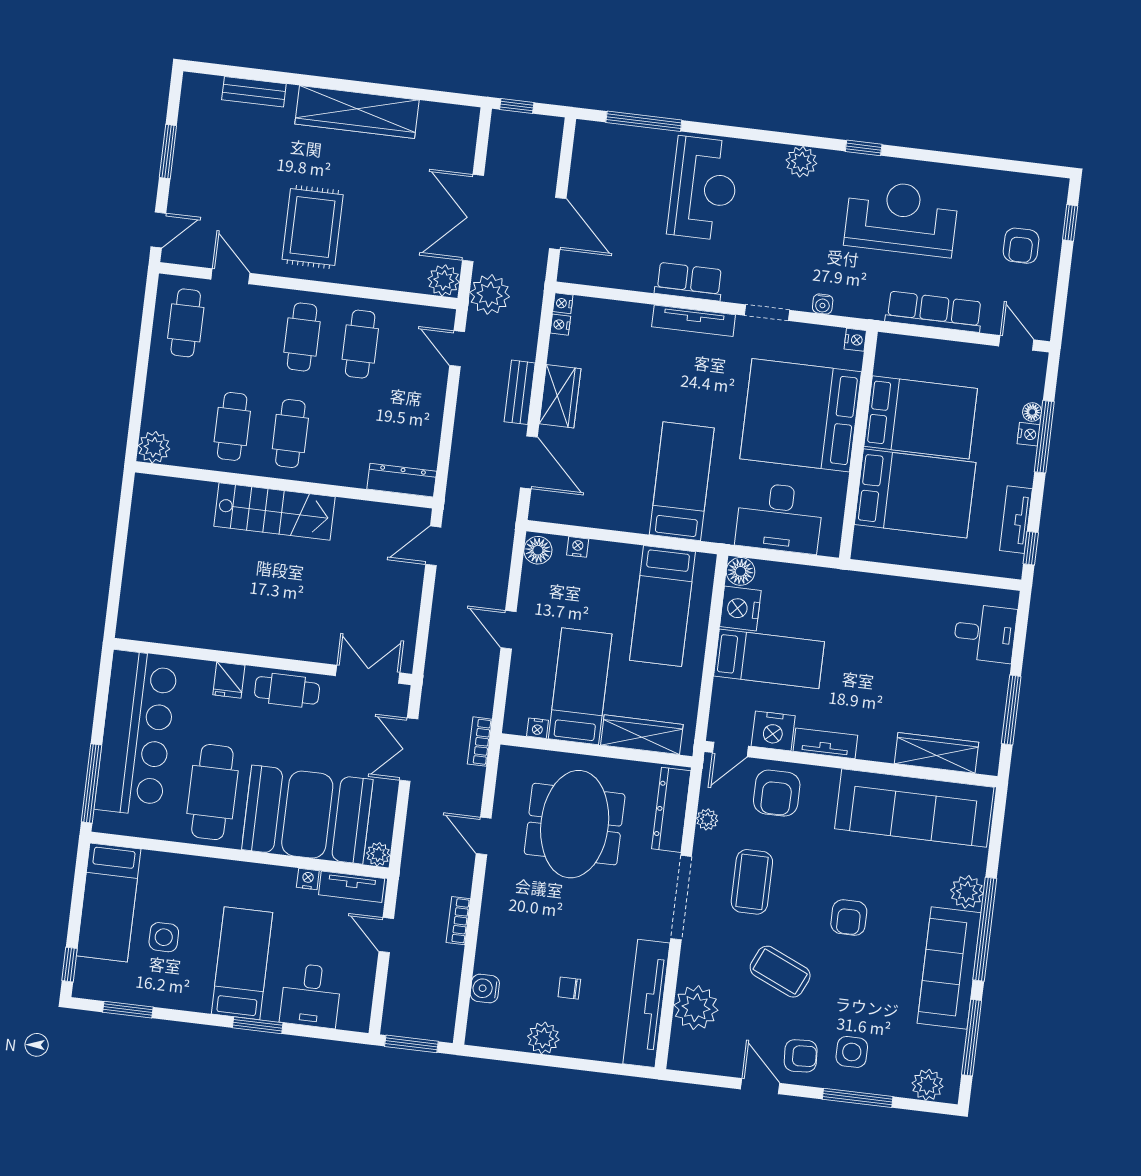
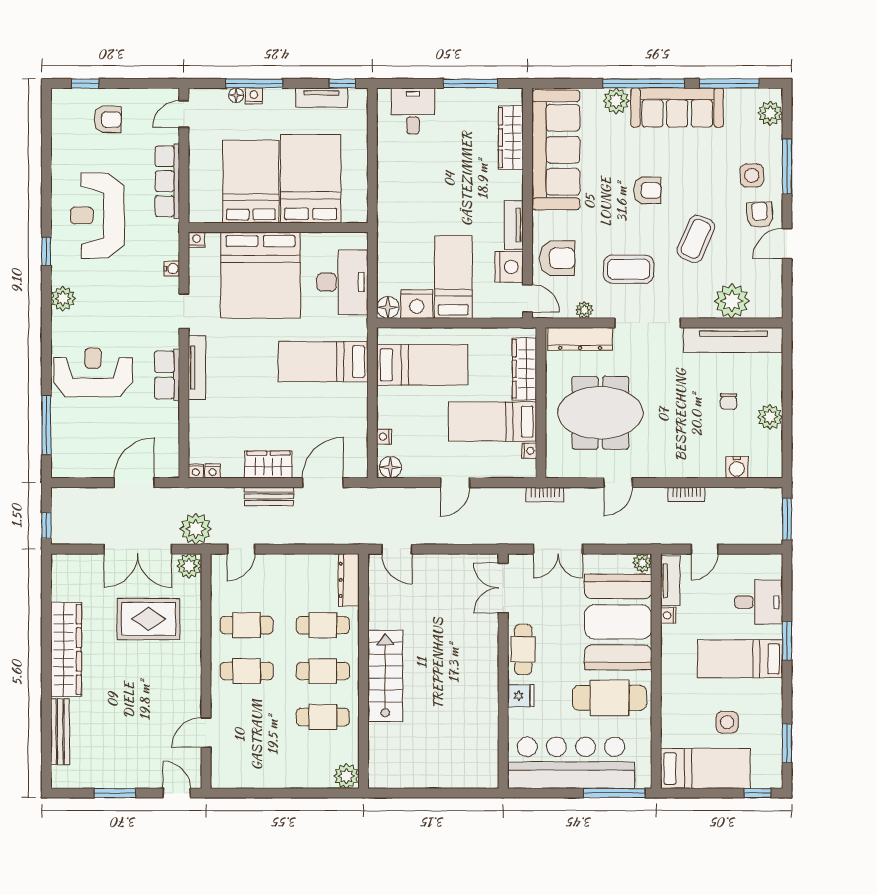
bench: (254, 92) -> (60, 732), width x1.36
rug: (313, 227) -> (148, 619), moved
cafe table: (186, 323) -> (323, 625), moved

